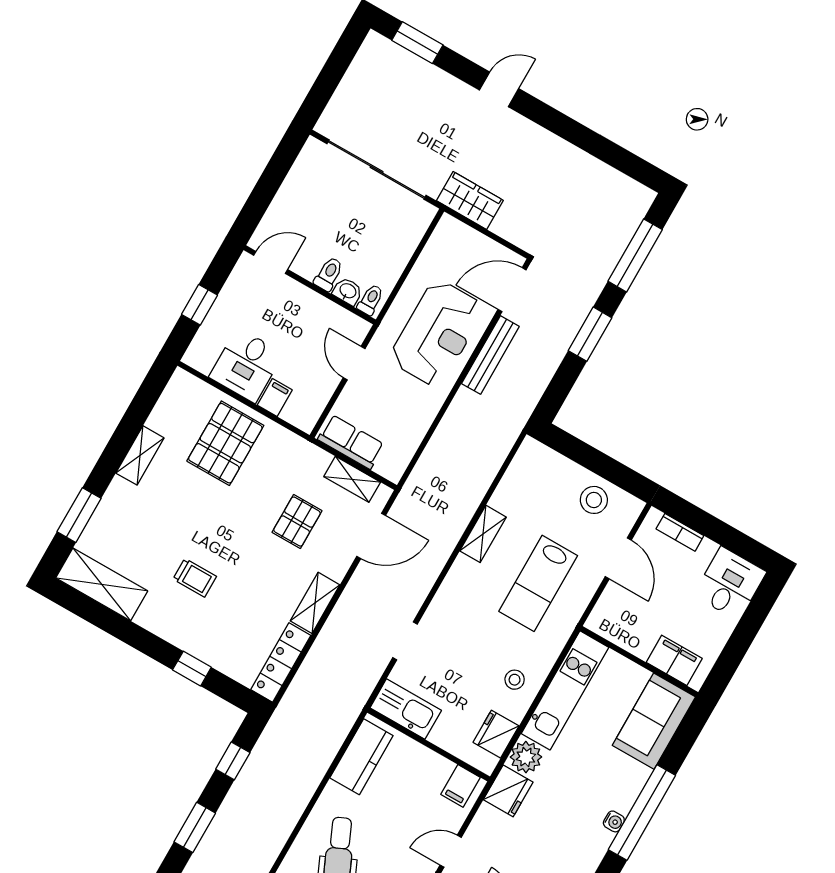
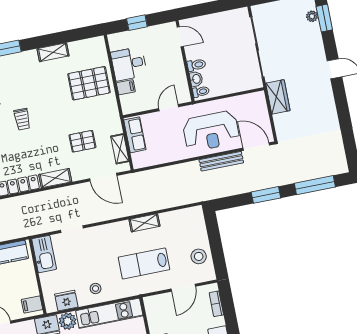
plant: (400, 57) -> (312, 16), added

